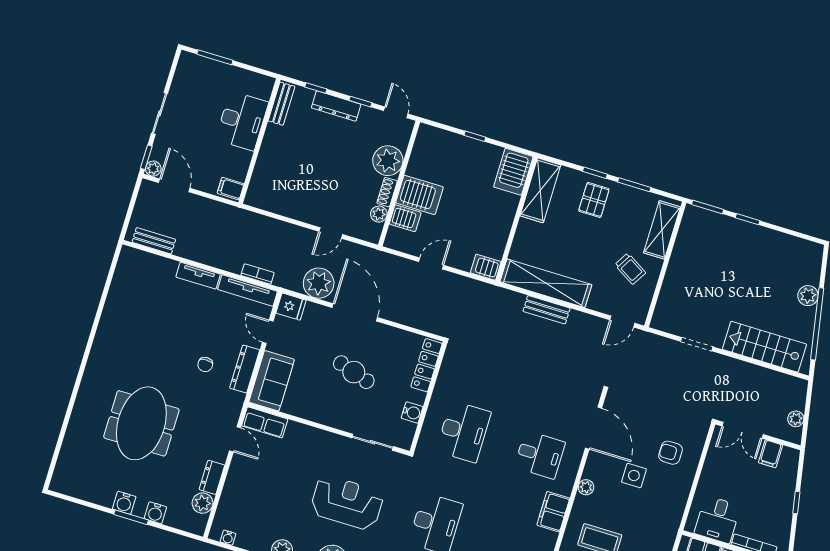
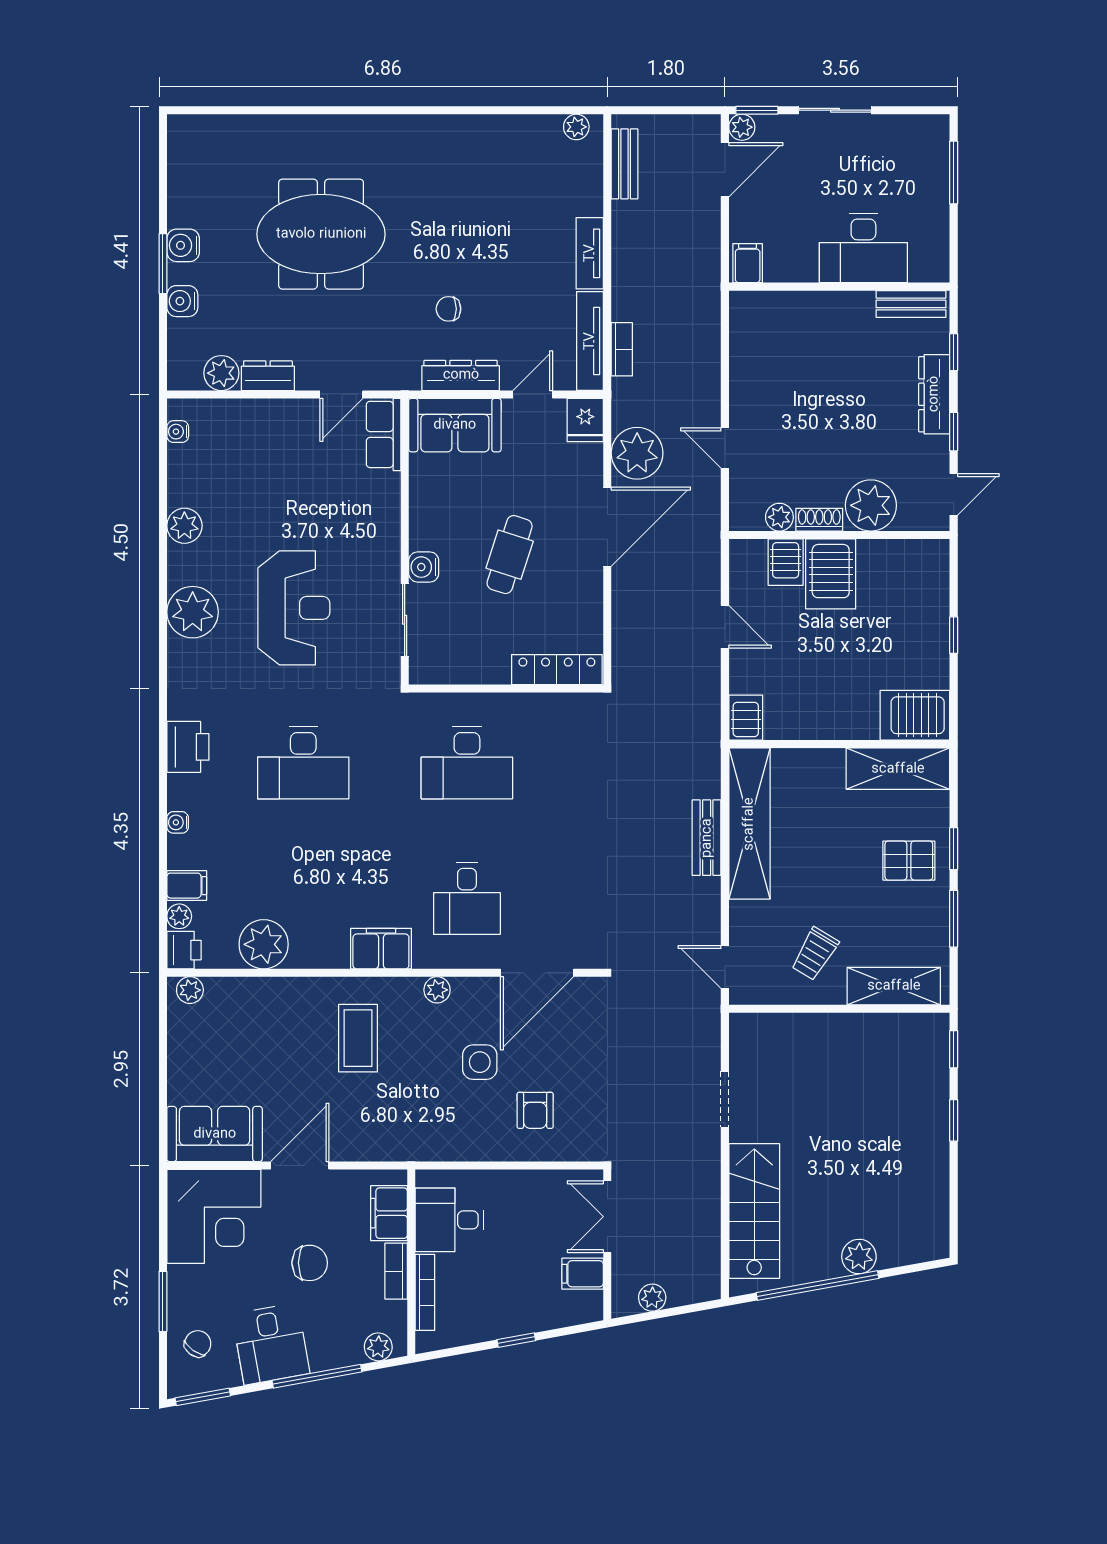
window: (708, 207) -> (954, 1049), width x0.67
plant: (125, 262) -> (576, 127), added
water cooler: (412, 412) -> (424, 567), moved, turned 90
armchair: (671, 453) -> (535, 1110), turned 180

